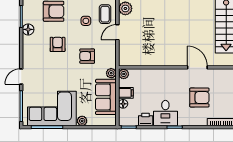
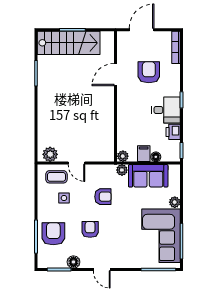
armchair: (58, 44) -> (90, 229), turned 90
armchair: (87, 56) -> (103, 197), turned -90
door: (21, 77) -> (102, 270), moved

